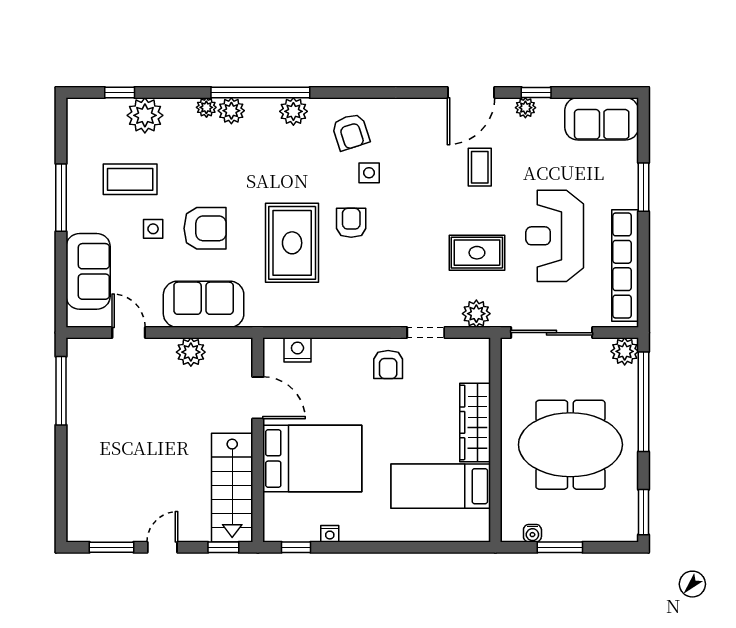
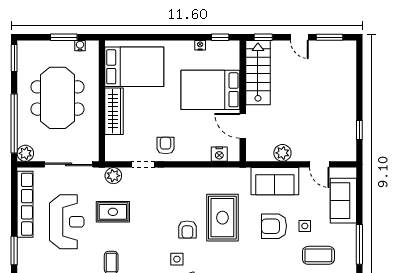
window: (61, 391) -> (359, 130), width x0.46
meeting table: (570, 445) -> (57, 98), turned 90
bed: (441, 486) -> (134, 67), width x1.50
door: (162, 547) -> (299, 37), hinge flipped

